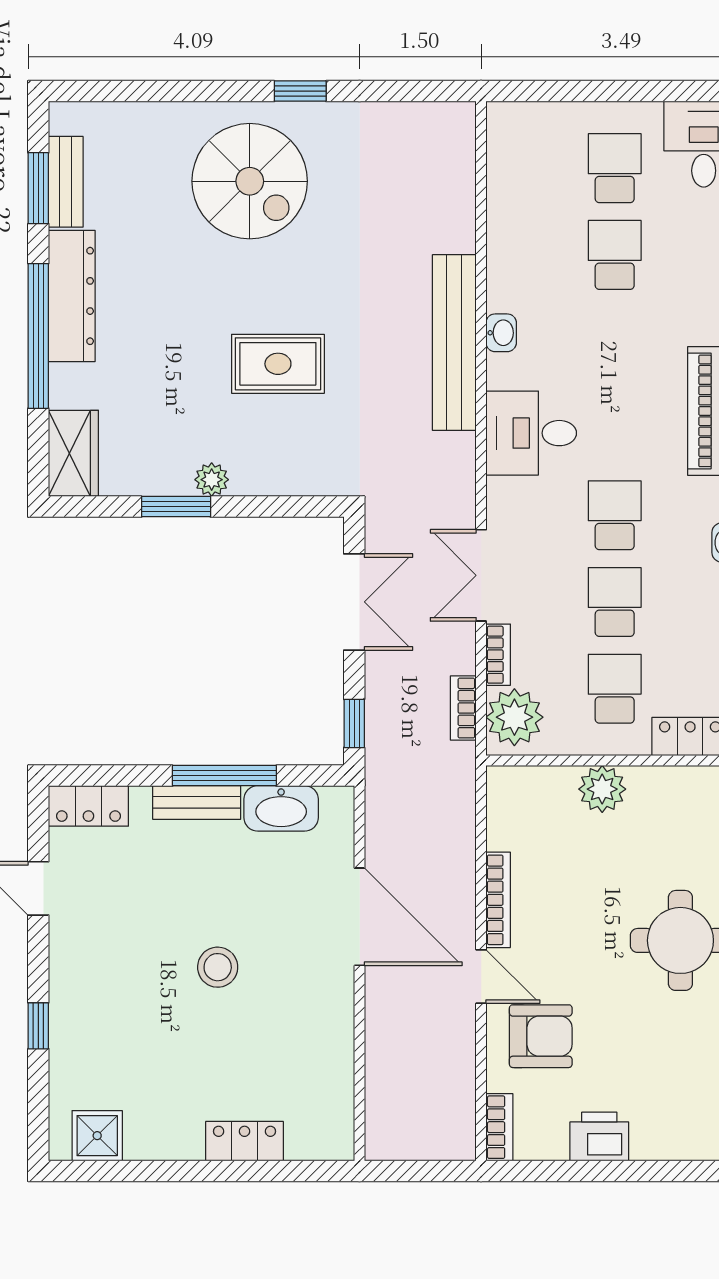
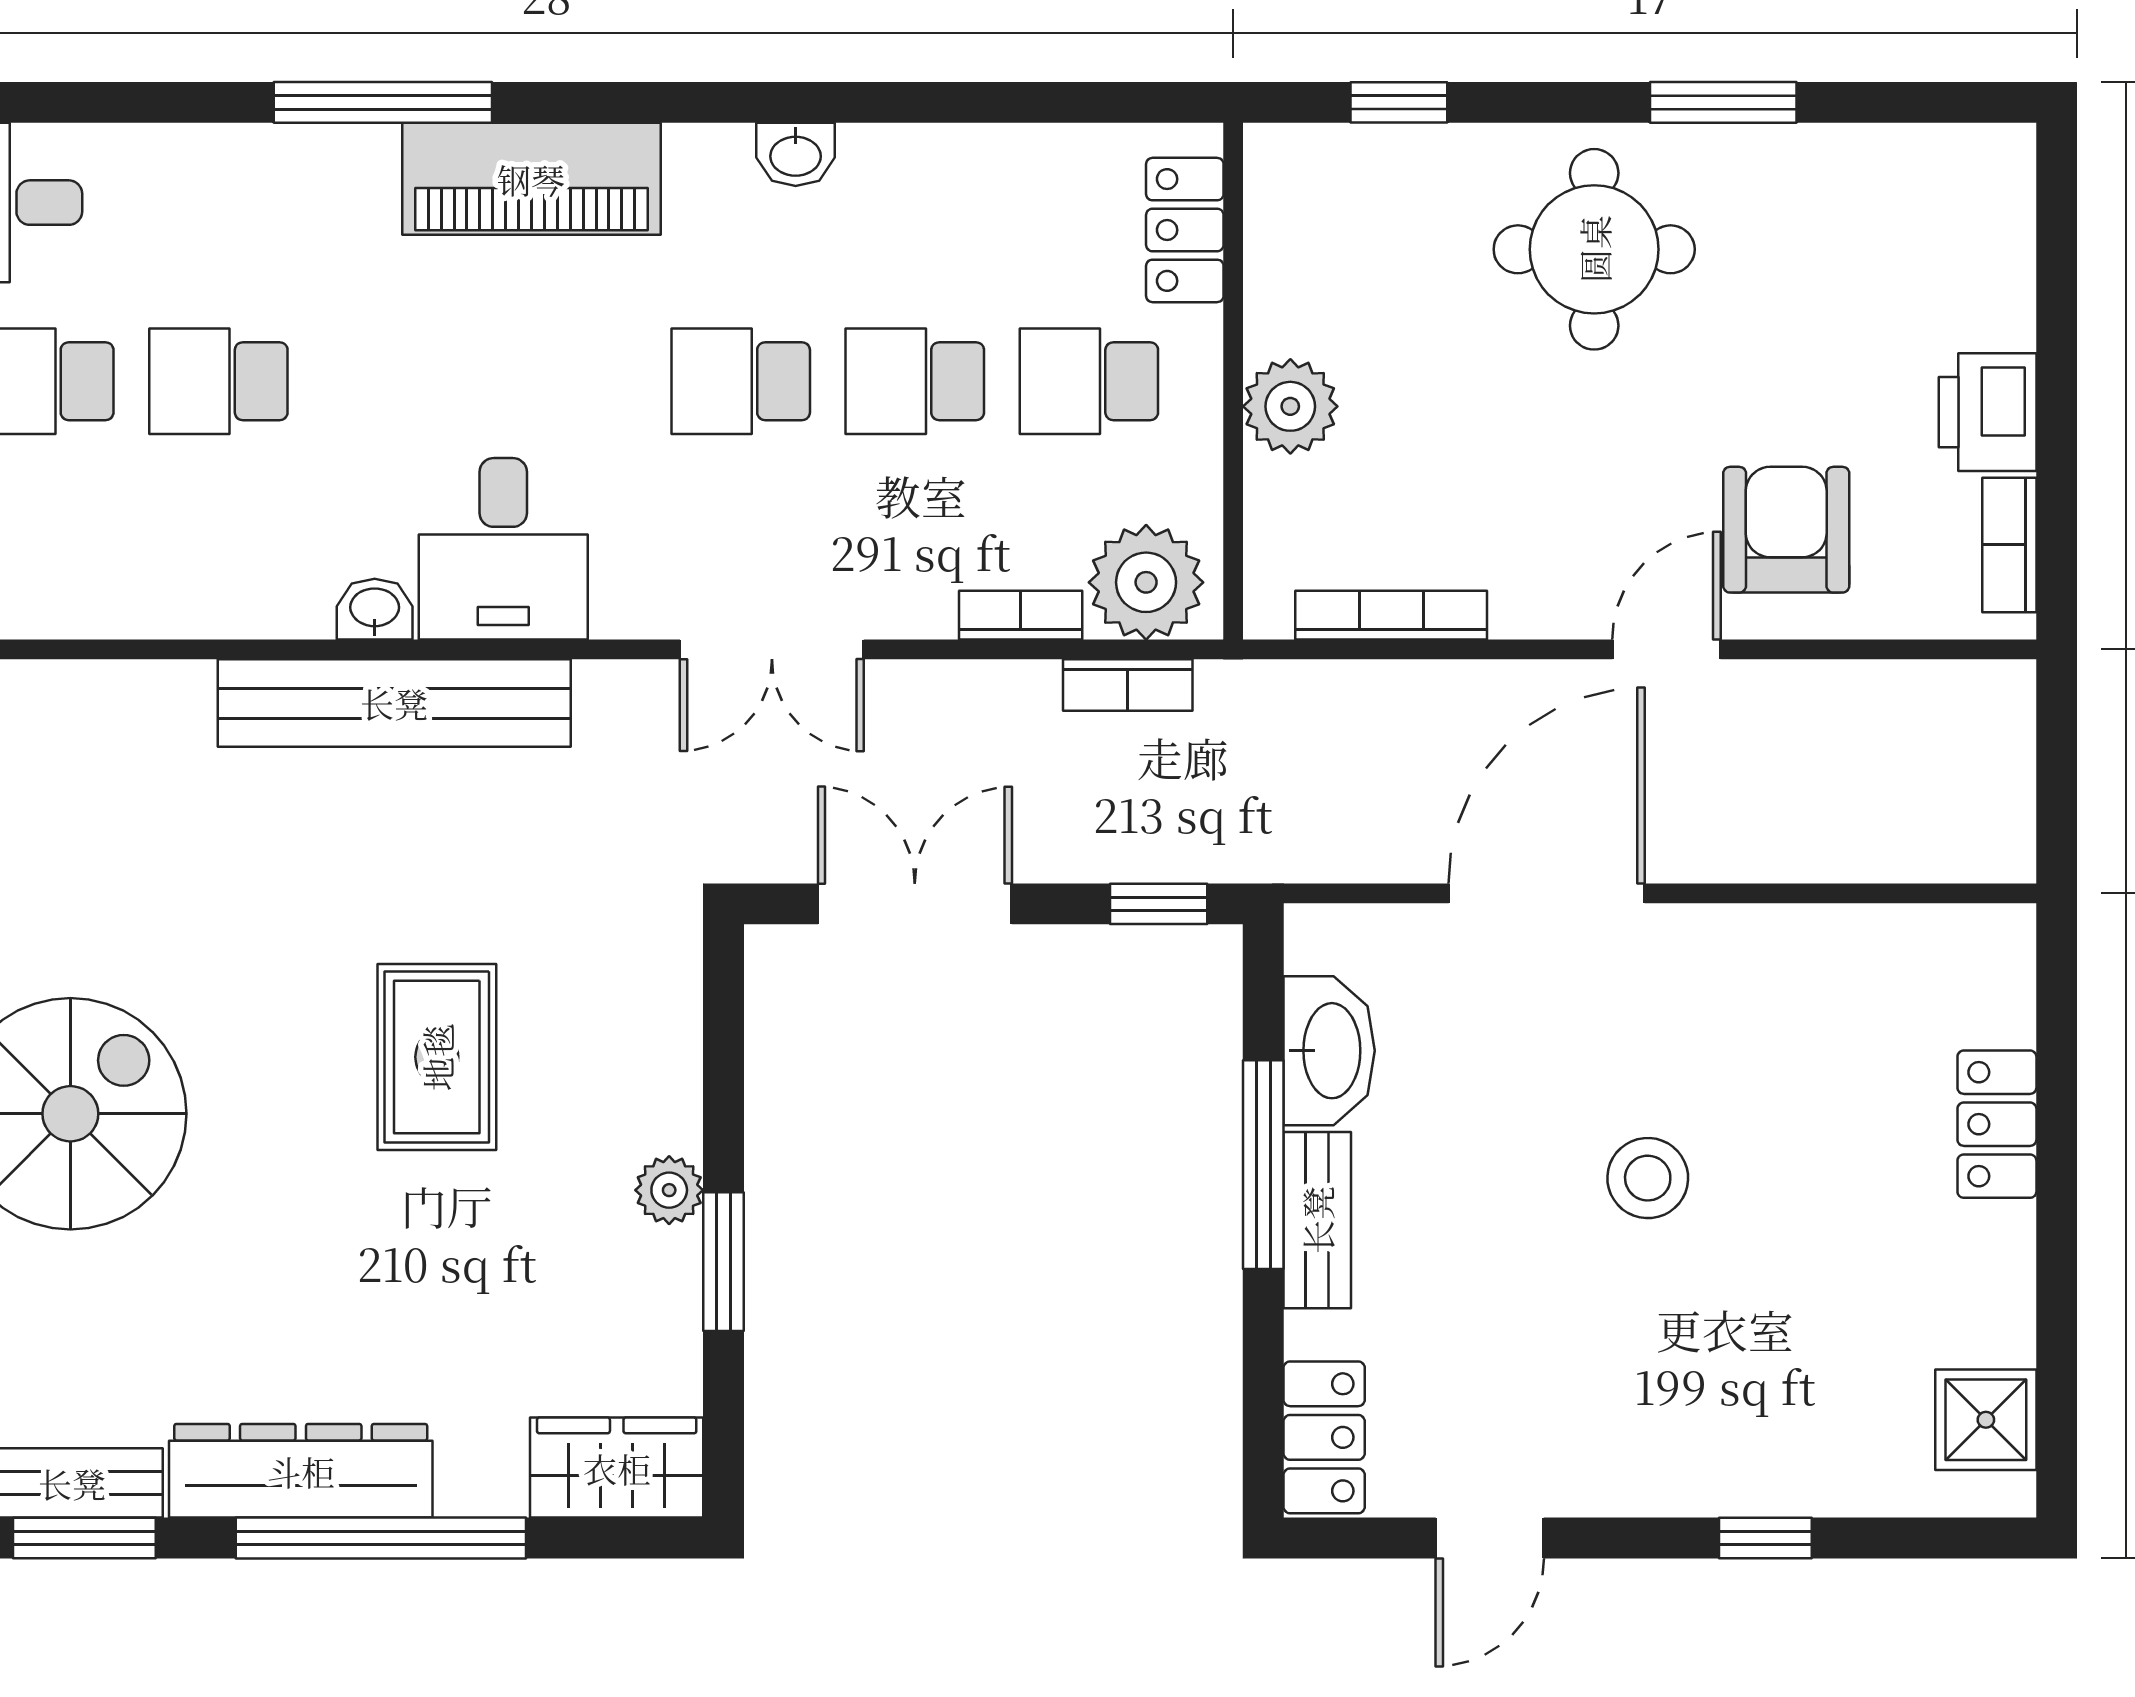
desk: (531, 433) -> (503, 549), moved
double door: (481, 575) -> (772, 649), moved
bookcase: (498, 900) -> (1391, 615), moved
bookcase: (499, 1127) -> (2009, 545), moved, turned -90

